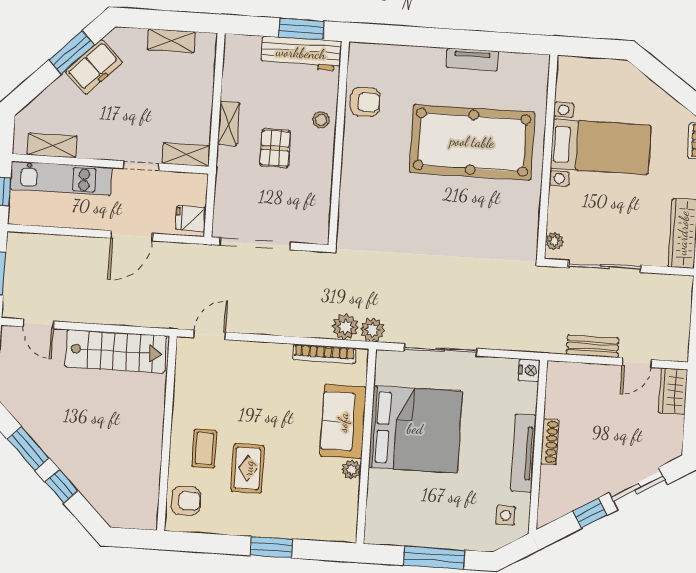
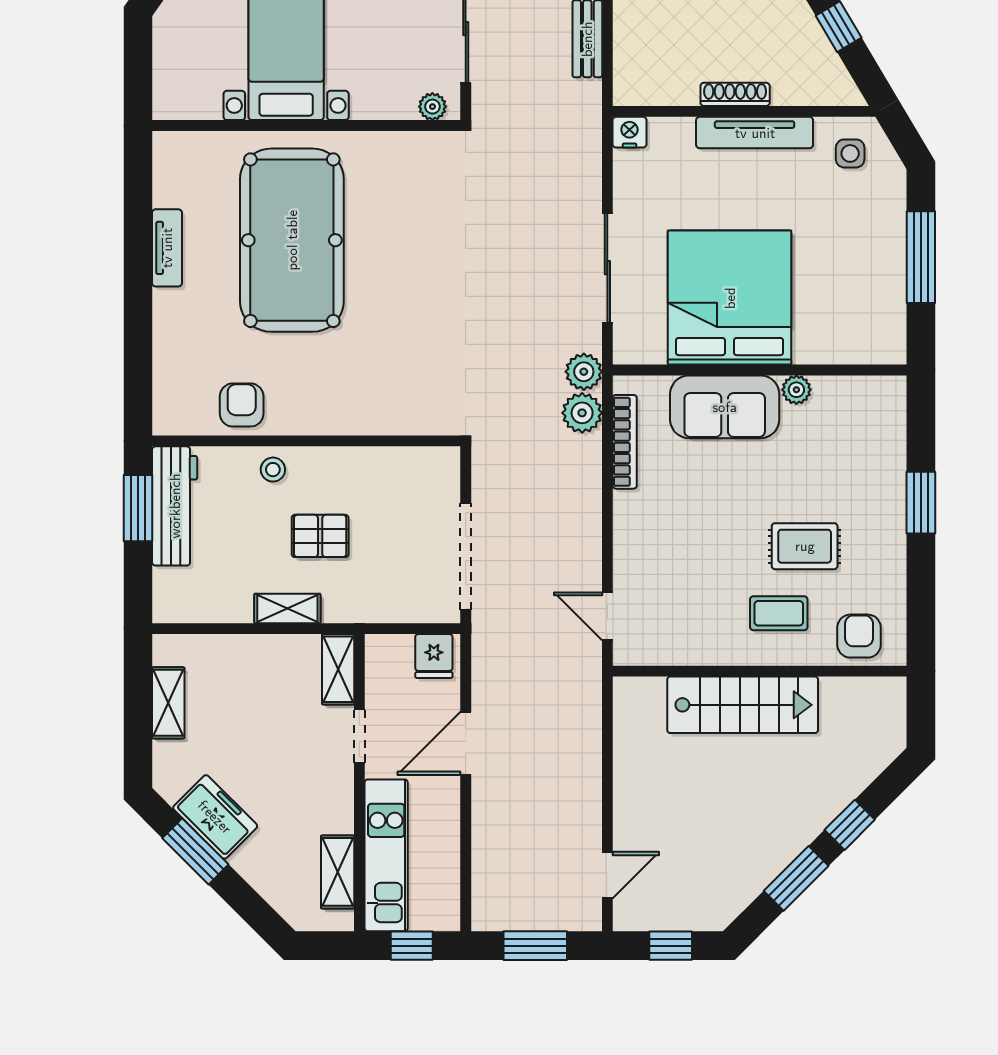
door: (132, 236) -> (466, 743), swing flipped
stairs: (116, 351) -> (743, 705), moved, turned 90

